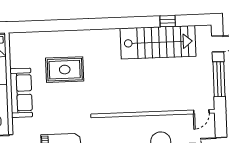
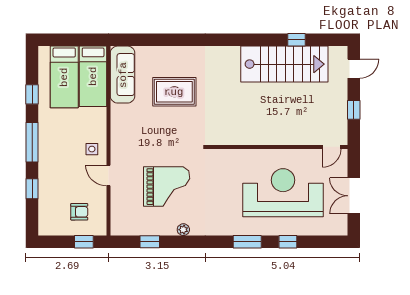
window: (219, 79) -> (354, 110), width x0.46
sofa: (21, 93) -> (123, 75), moved

